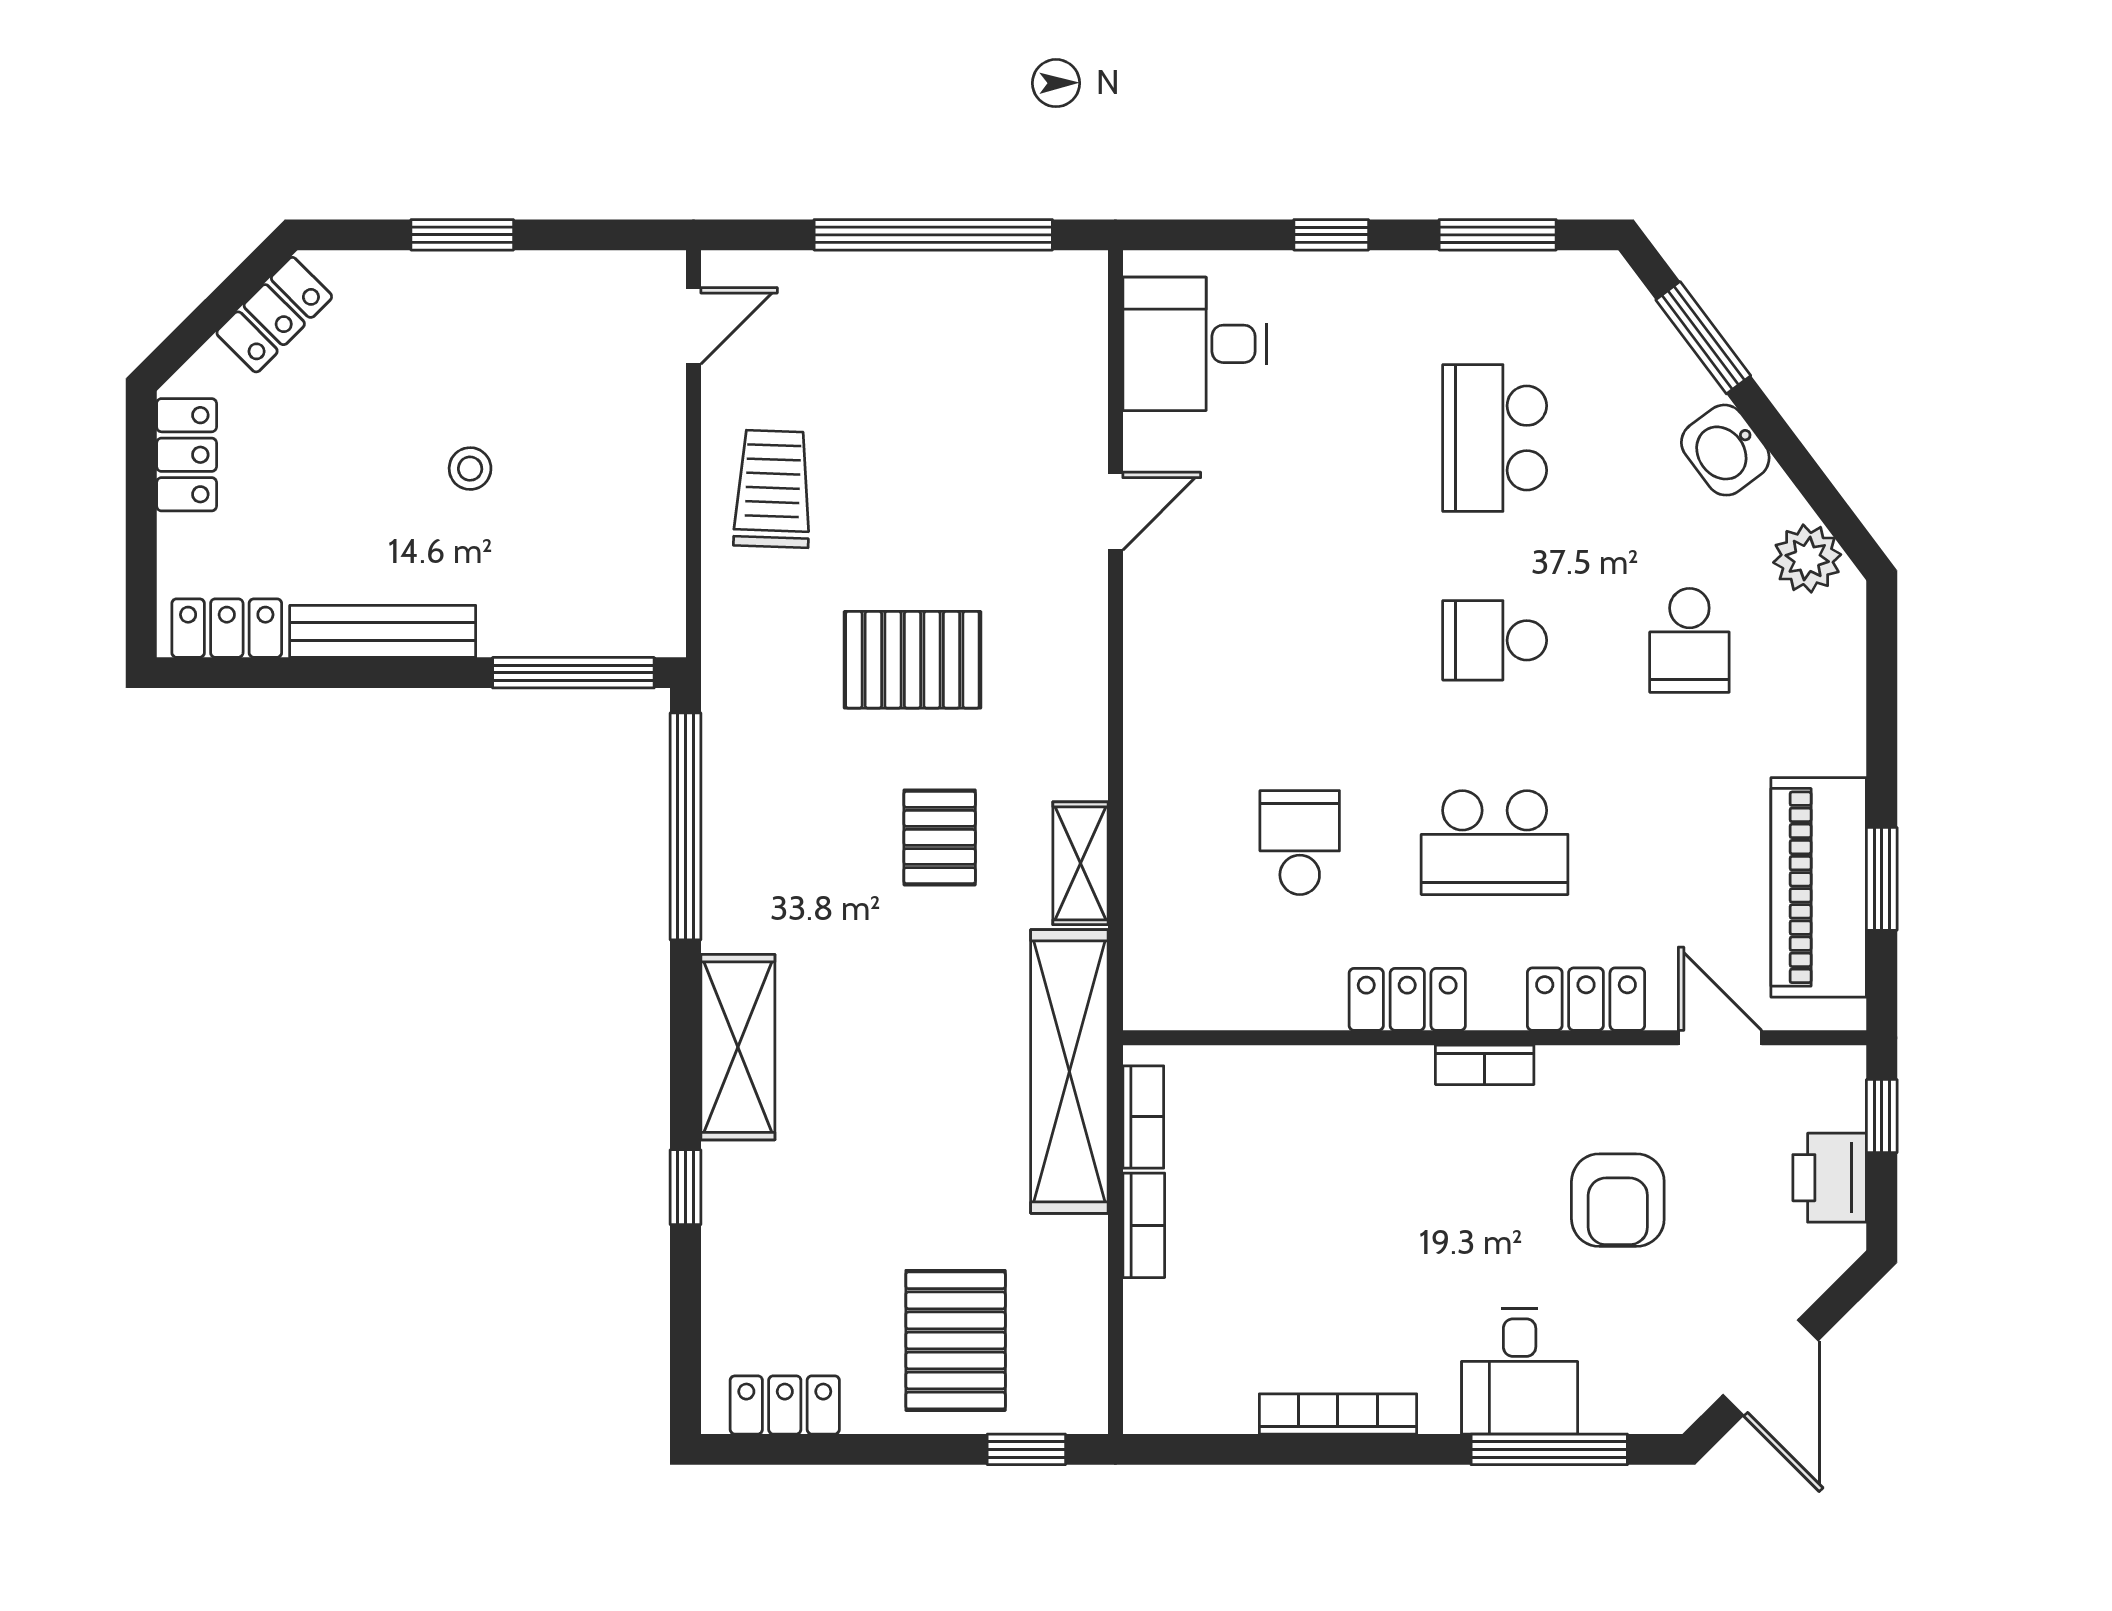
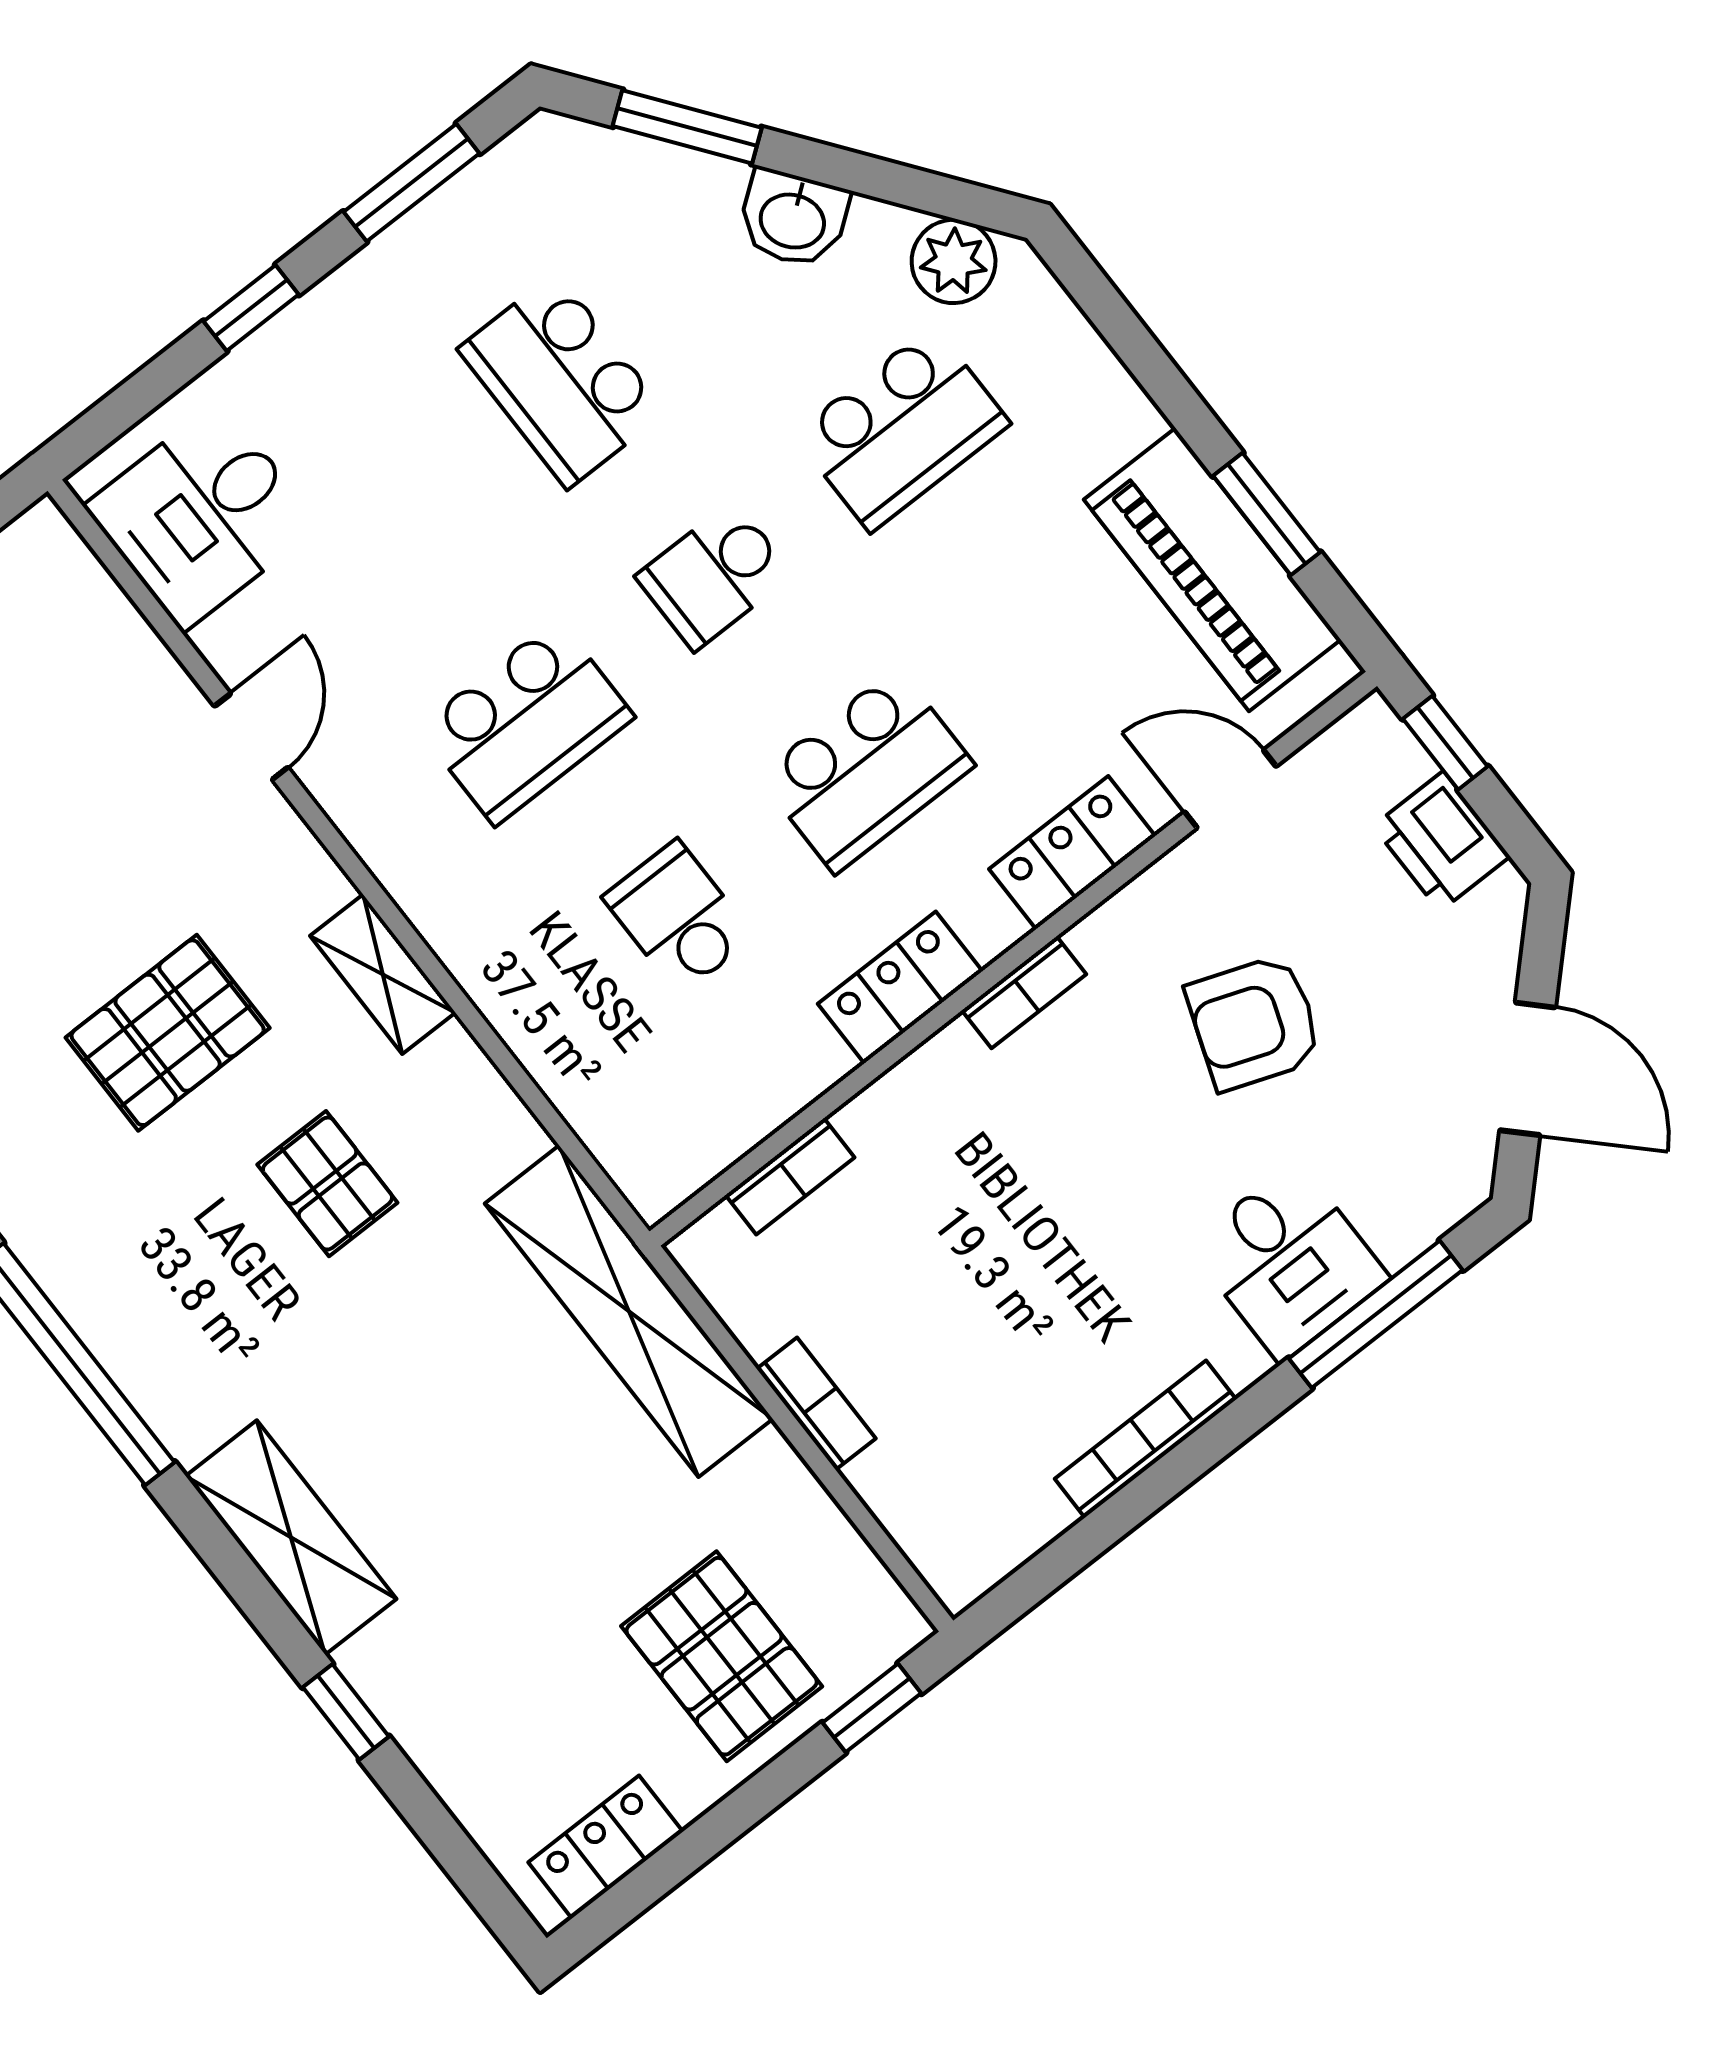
school desk: (1300, 640) -> (526, 722), added
school desk: (1689, 640) -> (902, 429), width x1.85
shelving: (1080, 863) -> (383, 974), moved
bookcase: (1143, 1117) -> (790, 1176), moved, turned 90
armchair: (1618, 1200) -> (1254, 1022), turned 110

